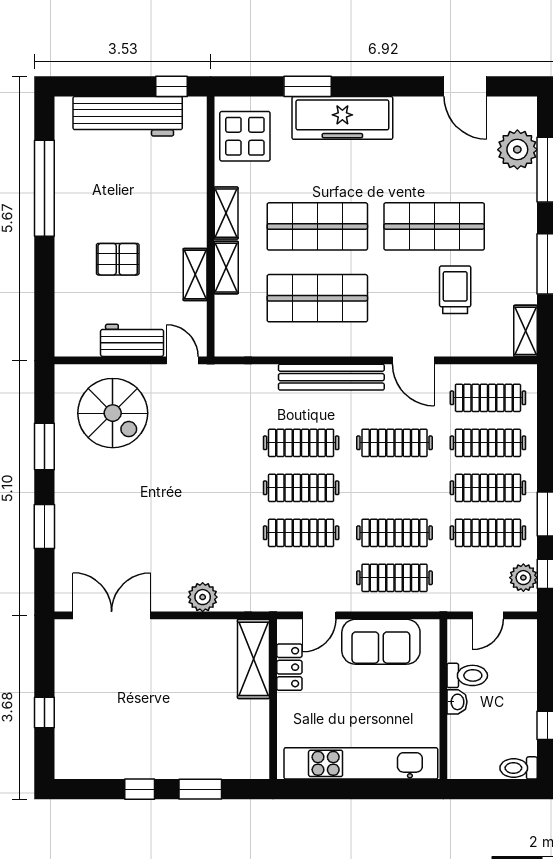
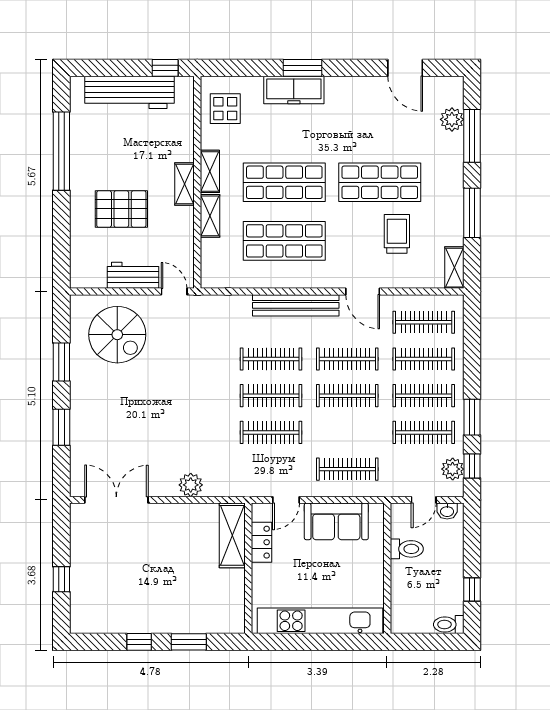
window: (308, 86) -> (303, 68), moved
freezer: (342, 118) -> (294, 90), width x0.73, depth x0.79
display table: (245, 136) -> (225, 109), width x0.73, depth x0.73
plant: (517, 150) -> (452, 119), width x0.73, depth x0.73
pallet: (118, 259) -> (121, 209), width x1.50, depth x1.42
shelving: (195, 275) -> (185, 184), moved
clothes rail: (394, 533) -> (347, 396), moved
washbasin: (457, 702) -> (447, 511), moved, turned 90

